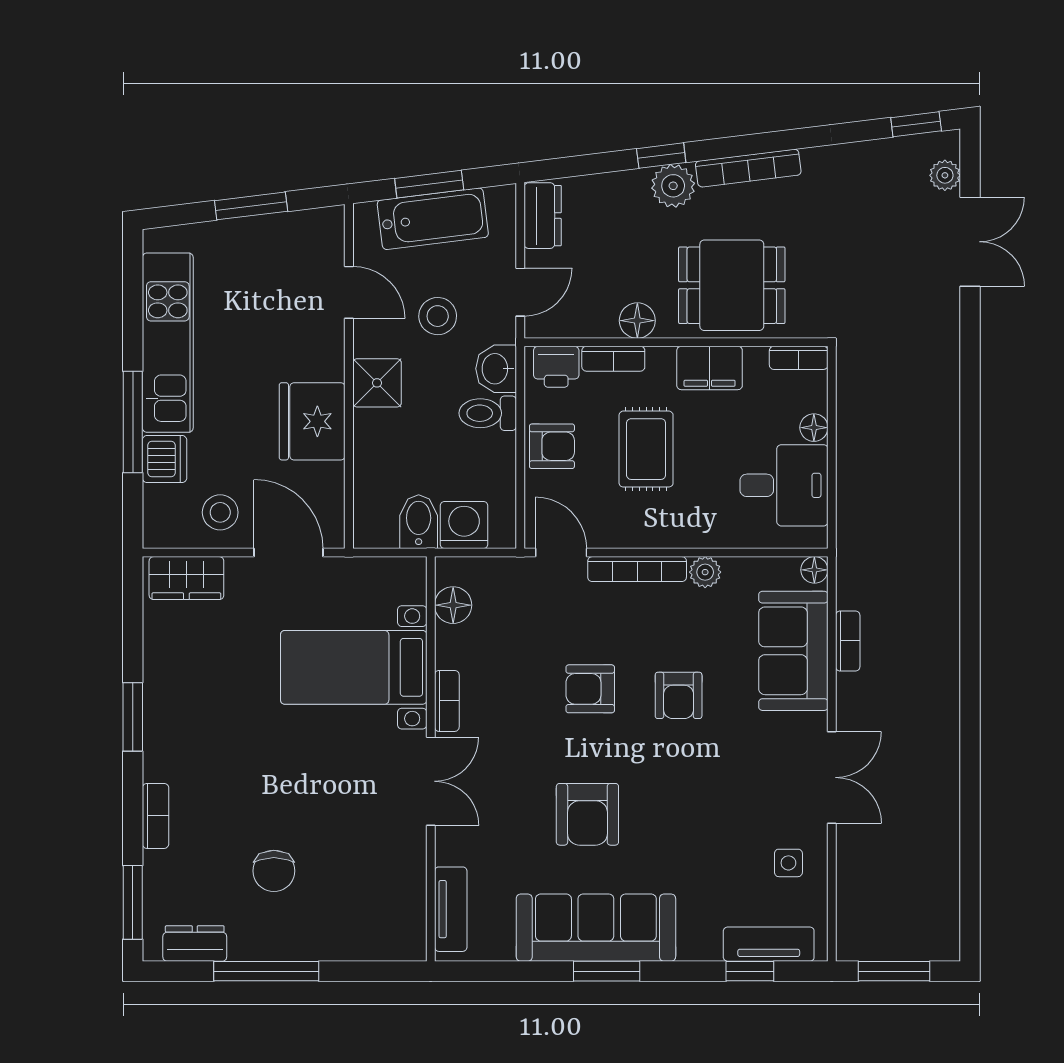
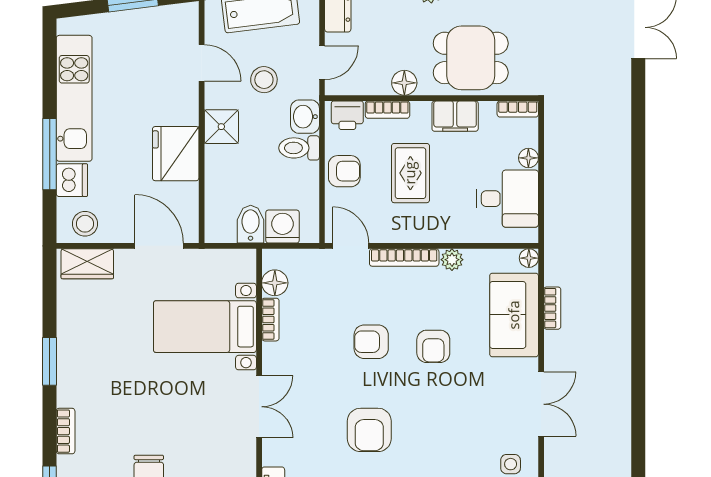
stool: (220, 512) -> (85, 224), moved
bookcase: (447, 701) -> (270, 320), moved

